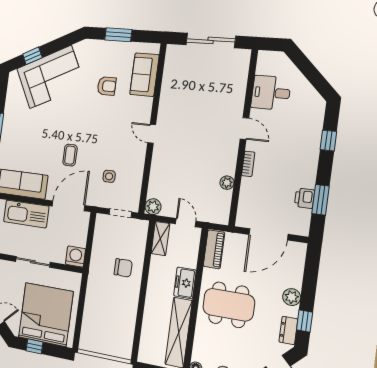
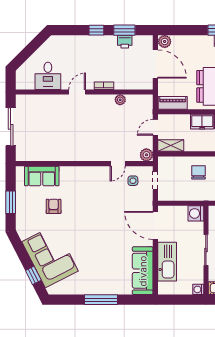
door: (152, 134) -> (118, 164), moved
window: (328, 141) -> (96, 30), moved
coffee table: (70, 155) -> (113, 230), removed
side table: (109, 176) -> (133, 181), moved
plant: (292, 297) -> (165, 41), moved

